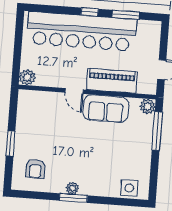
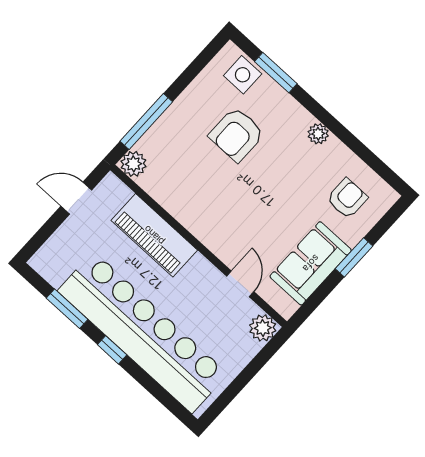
door: (74, 91) -> (240, 284), moved
sofa: (106, 109) -> (311, 263), moved, turned -90
armchair: (110, 158) -> (237, 134), added
window: (73, 198) -> (276, 73), moved

